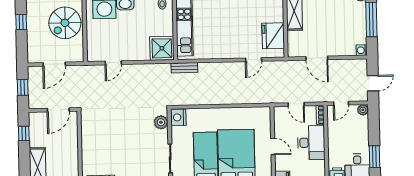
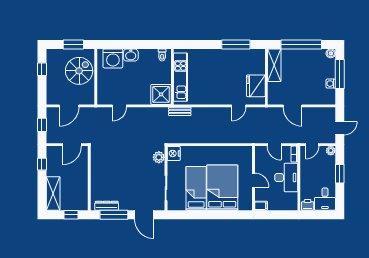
spiral stairs: (65, 23) -> (79, 71), turned 180
washing machine: (362, 50) -> (331, 84), moved
window: (374, 157) -> (340, 174), moved

